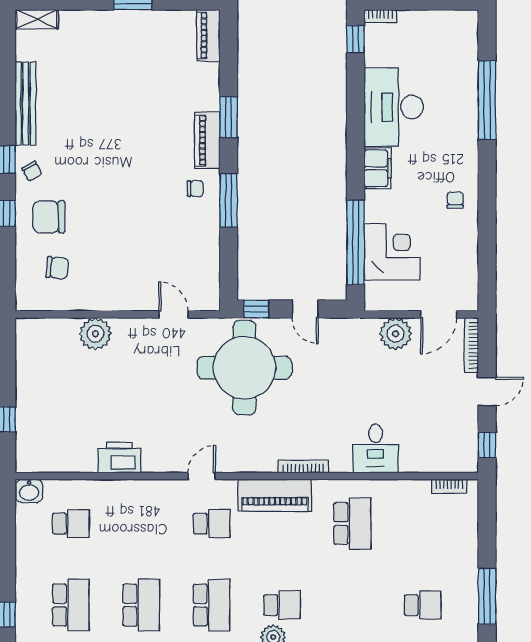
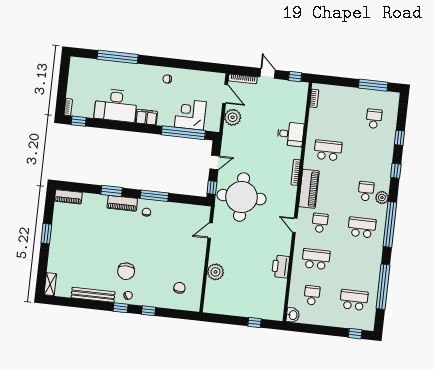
chair: (49, 217) -> (126, 271), moved
school desk: (141, 605) -> (316, 259), moved

